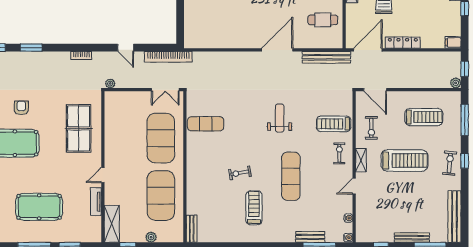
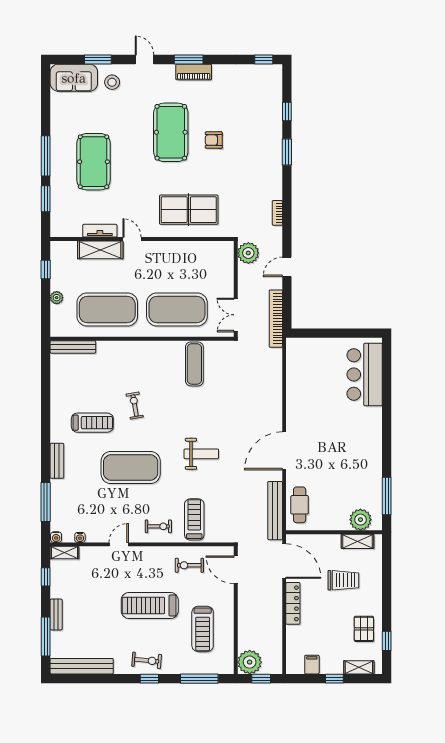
cafe table: (323, 20) -> (300, 505), moved
filing cabinet: (453, 42) -> (312, 665), moved
door: (277, 50) -> (284, 451), swing flipped
plant: (110, 83) -> (248, 253), width x1.88, depth x1.88
plant: (456, 83) -> (250, 662), width x1.88, depth x1.88
door: (375, 90) -> (236, 570), hinge flipped
armchair: (21, 108) -> (214, 140), turned 180
shelving: (361, 160) -> (64, 553), moved
treadmill: (404, 161) -> (150, 605), turned 90
exercise mat: (291, 176) -> (131, 467), width x1.47
door: (354, 186) -> (119, 544), hinge flipped
shelving: (112, 224) -> (100, 250), moved
bench: (192, 229) -> (73, 347), width x1.36
bench: (310, 237) -> (57, 461), moved
bench: (412, 238) -> (56, 614), width x0.73

